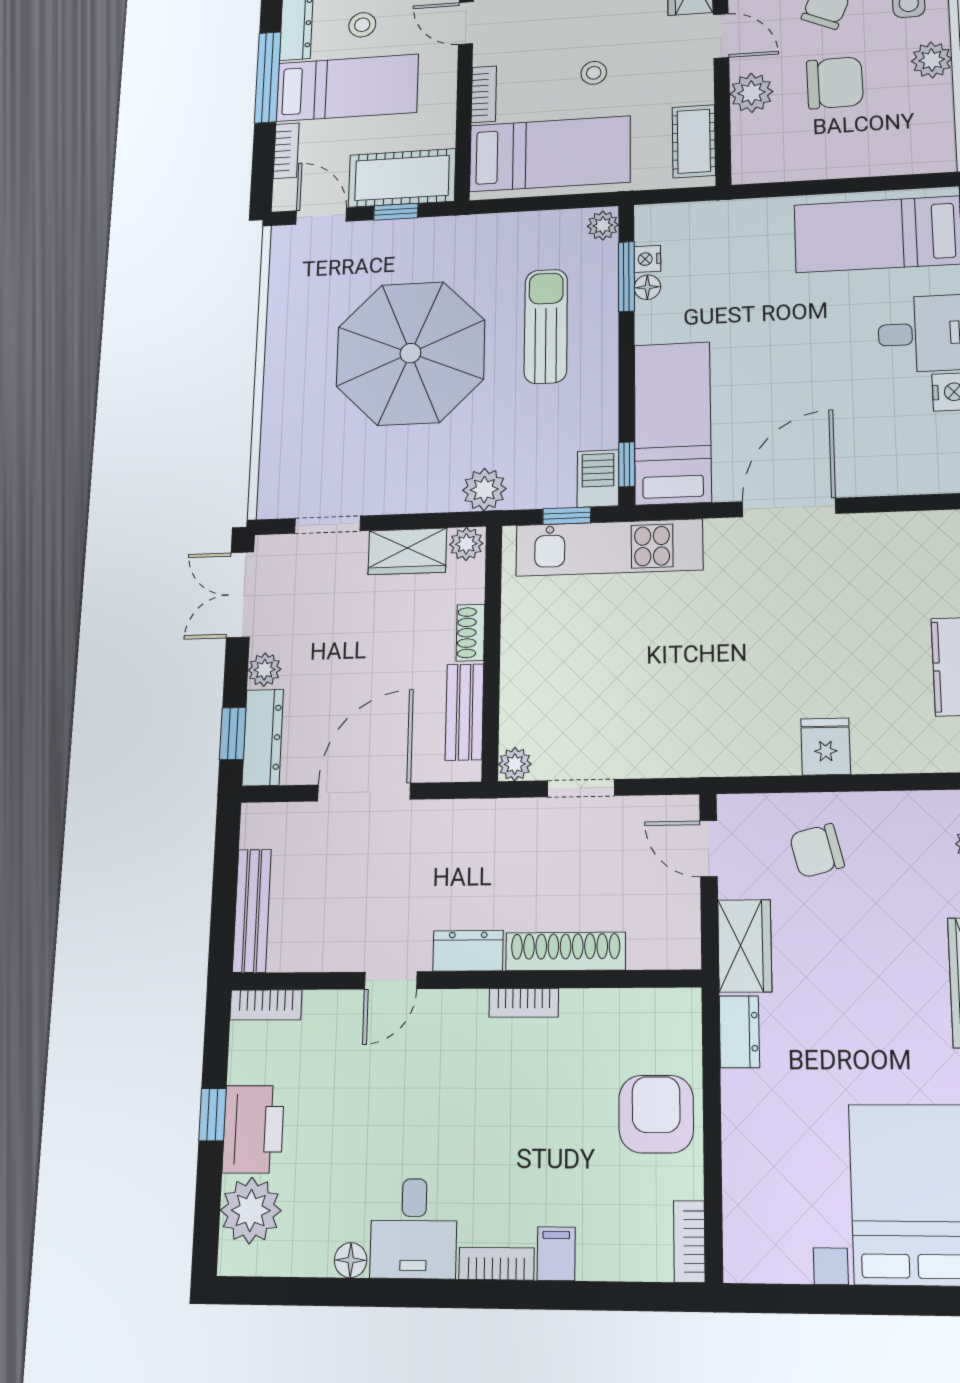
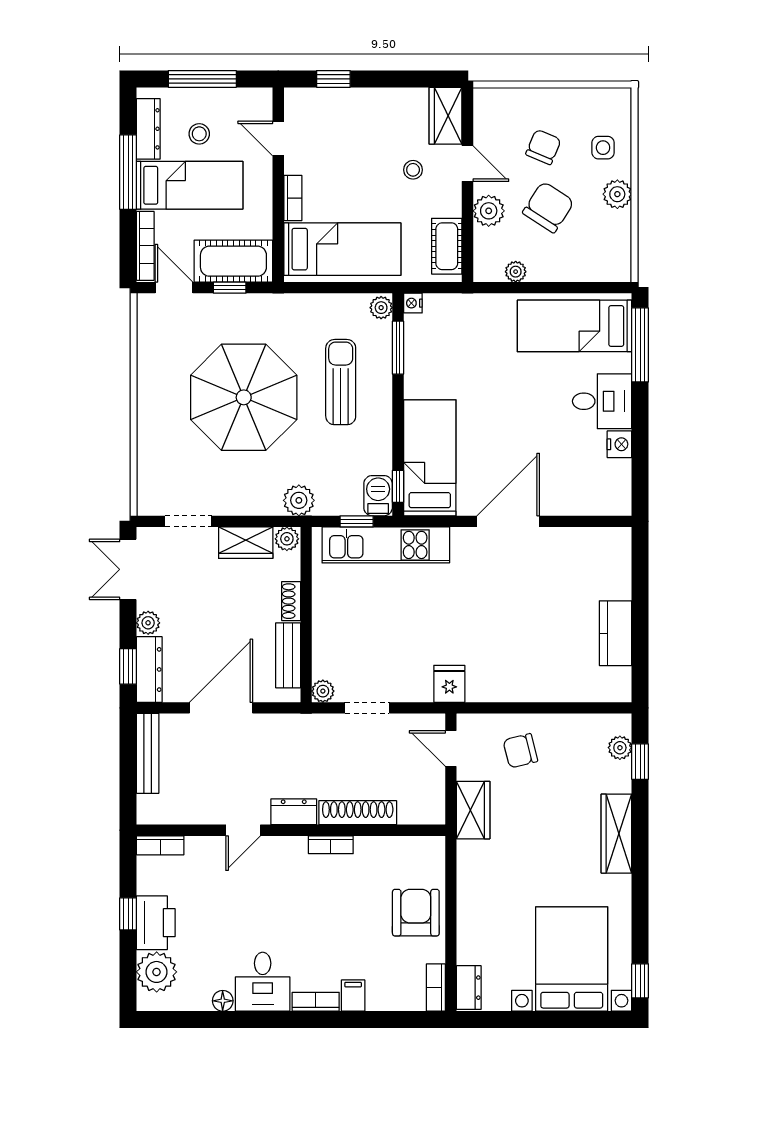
stool: (594, 73) -> (413, 170), moved
chair: (835, 83) -> (548, 207), turned -56
bookcase: (286, 151) -> (145, 246), width x1.56
plant: (791, 168) -> (516, 272), added
nightstand: (647, 259) -> (413, 303), moved
floor lamp: (647, 287) -> (413, 357), removed
fridge: (826, 747) -> (449, 684), moved
bench: (252, 911) -> (148, 753), moved
dresser: (739, 1032) -> (469, 988), moved

